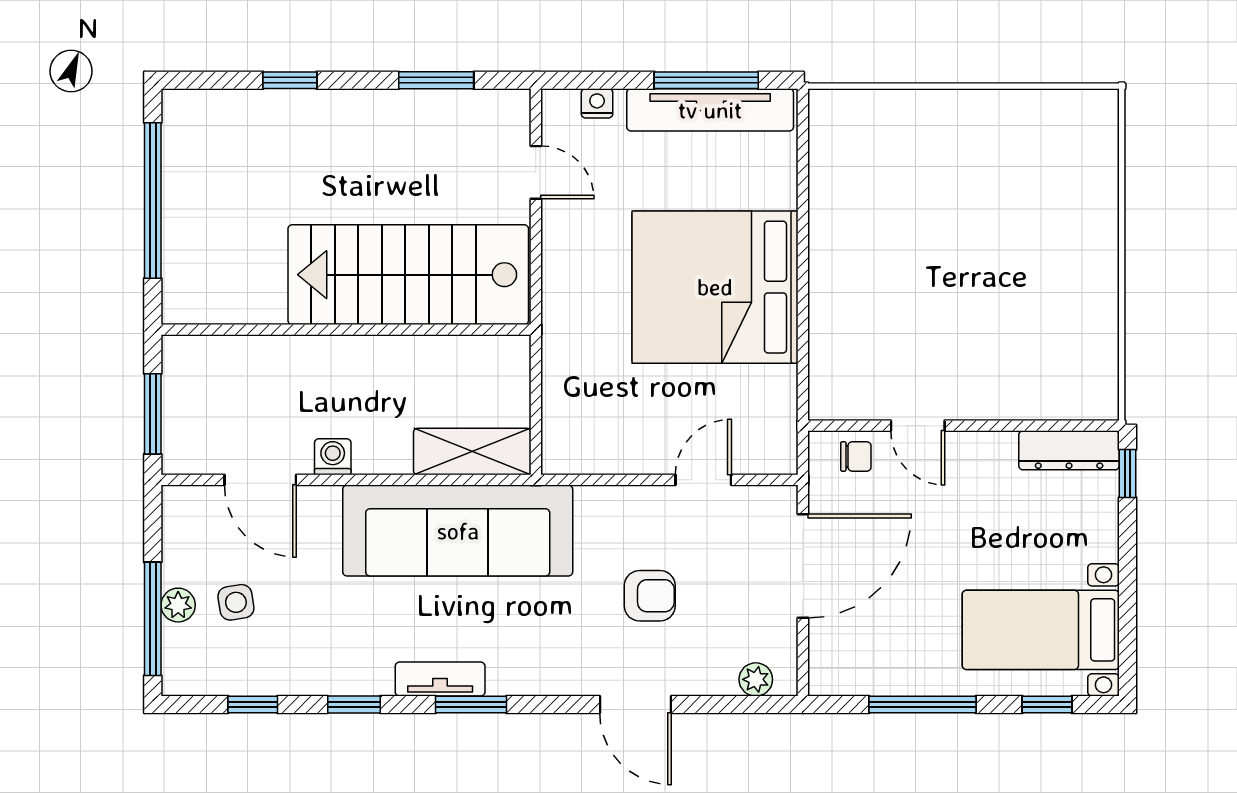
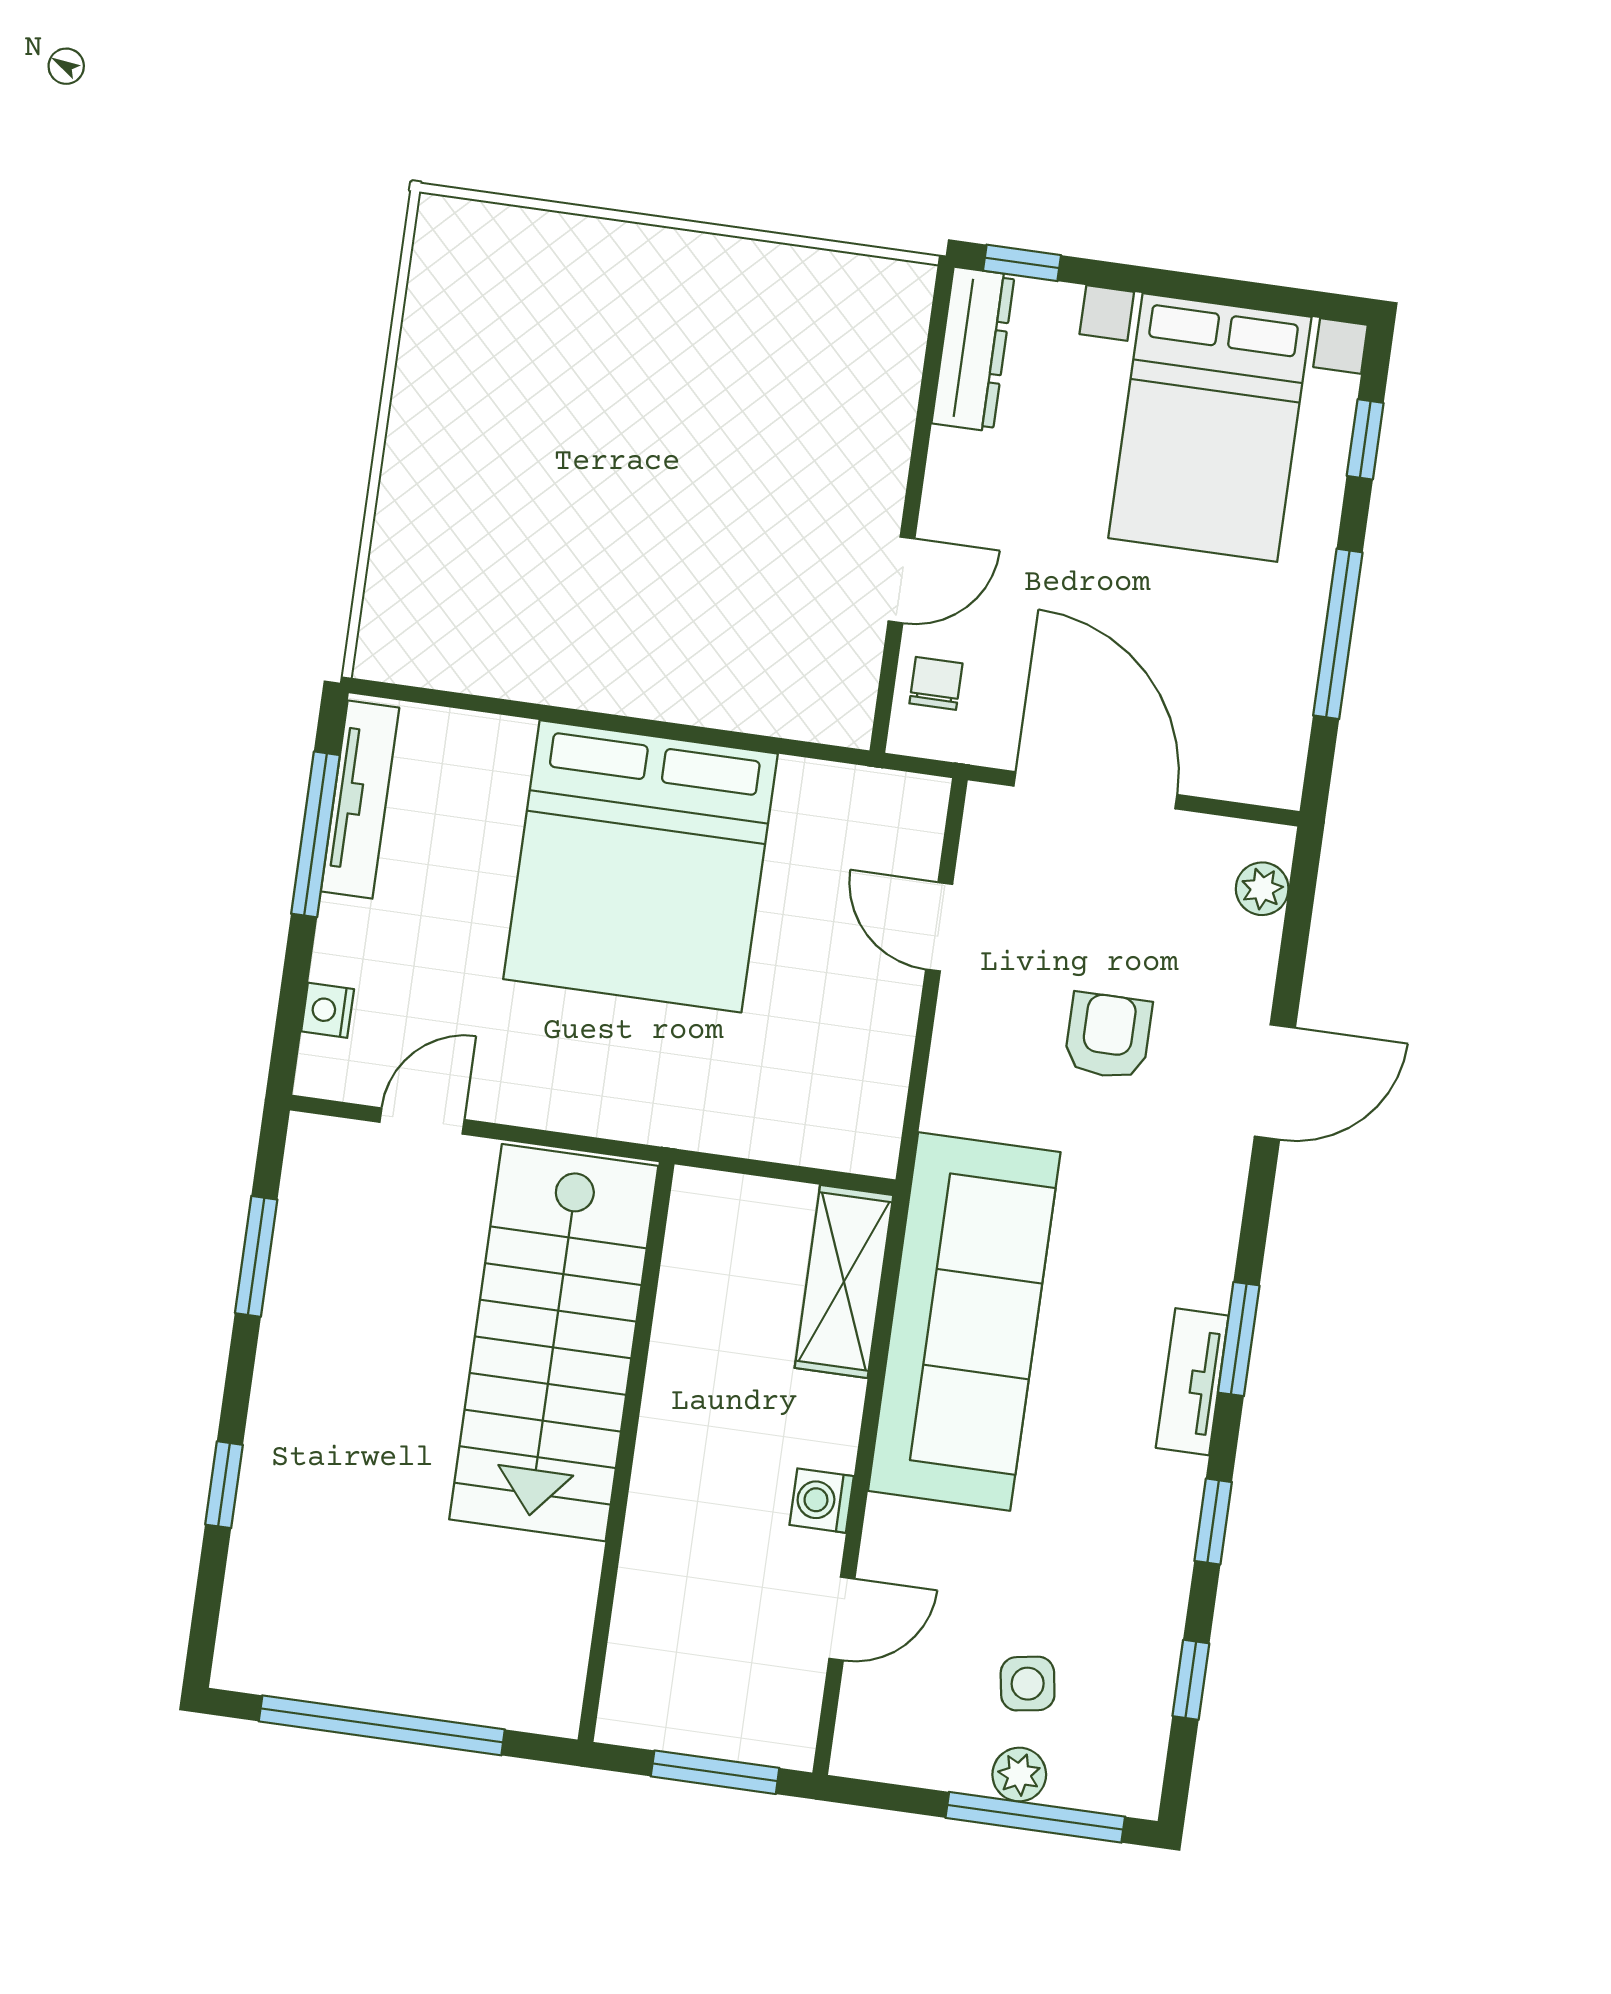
tv unit: (710, 110) -> (360, 800), width x0.73, depth x0.78
door: (260, 480) -> (842, 1619), width x0.73
bed with nightstands: (1041, 630) -> (1210, 428), width x1.36

